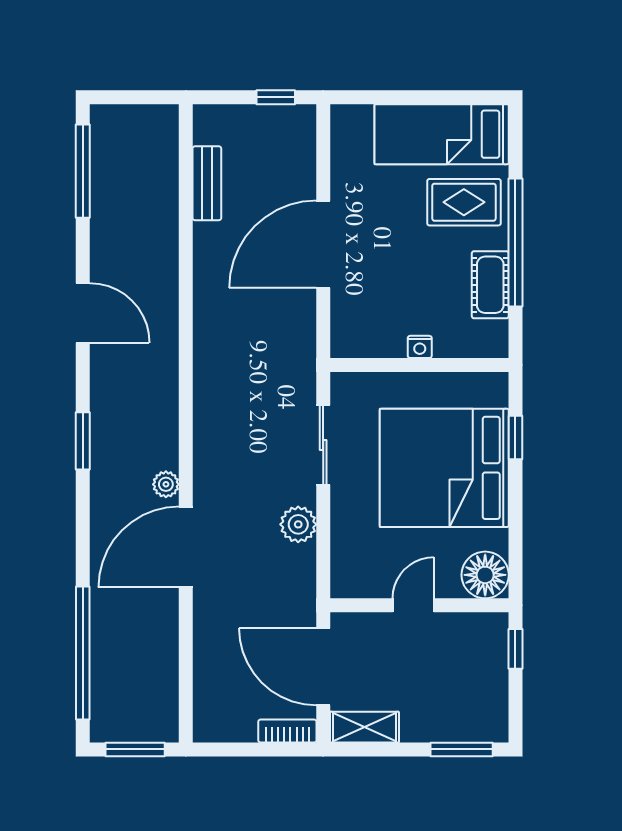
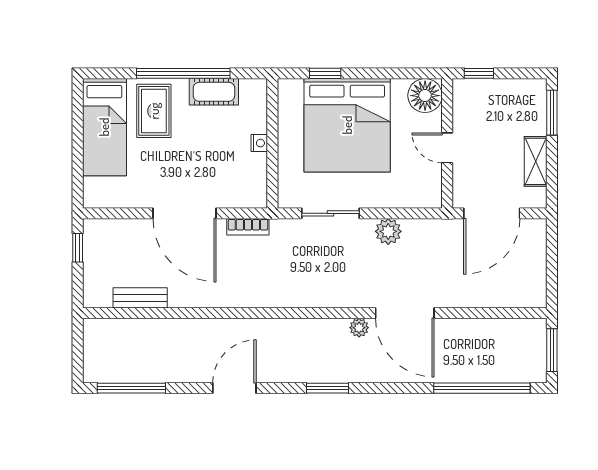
shelving: (364, 727) -> (536, 161), moved
bookcase: (287, 731) -> (248, 227), moved, turned -90

